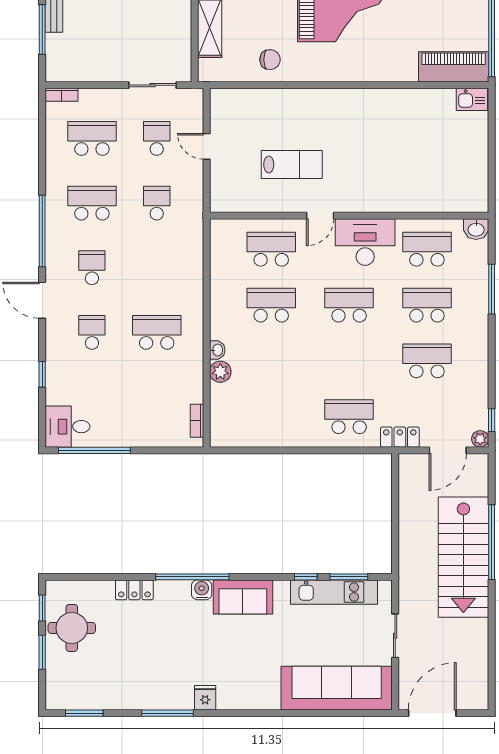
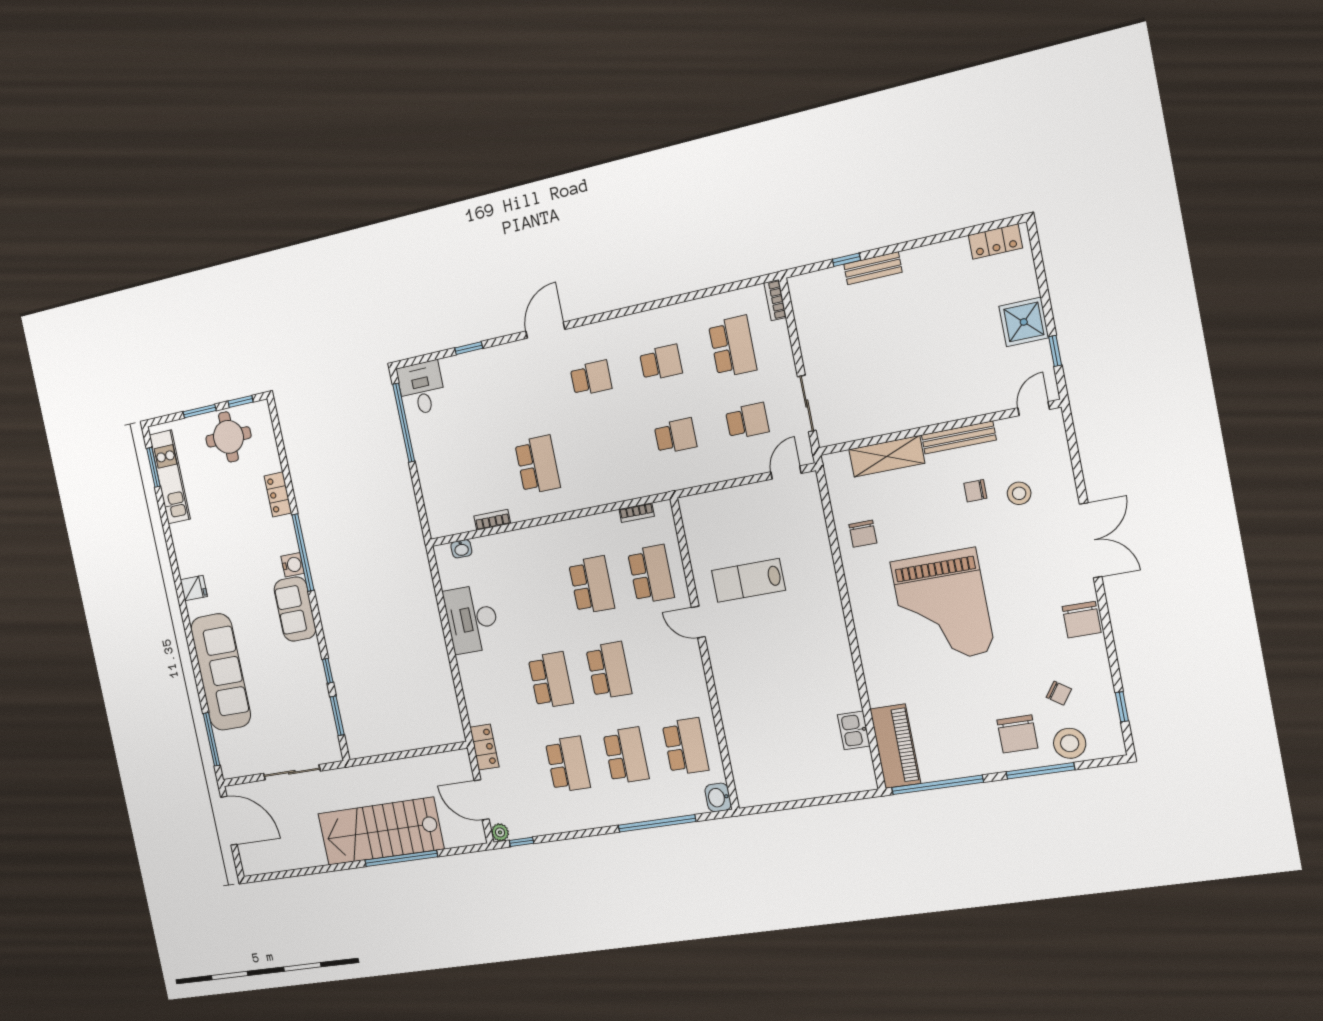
window: (42, 30) -> (846, 260), width x0.46
kitchen sink: (472, 99) -> (854, 730), moved
door: (207, 146) -> (786, 473), moved
lab bench: (292, 164) -> (748, 580), turned 90
school desk: (92, 203) -> (661, 363), width x0.54
window: (42, 231) -> (619, 313), removed
desk: (365, 242) -> (472, 619), moved, turned 180
bookcase: (216, 251) -> (637, 513), added
window: (492, 289) -> (657, 823), width x1.46
school desk: (92, 332) -> (523, 393), removed
washbasin: (217, 350) -> (461, 549), moved
plant: (220, 372) -> (511, 542), removed
school desk: (349, 417) -> (551, 680), moved
bookcase: (197, 421) -> (492, 520), moved
kitchen unit: (334, 592) -> (170, 477), moved, turned 180
sliding door: (395, 636) -> (292, 772), width x1.37
sofa: (337, 688) -> (221, 672), moved
window: (168, 713) -> (212, 739), moved

